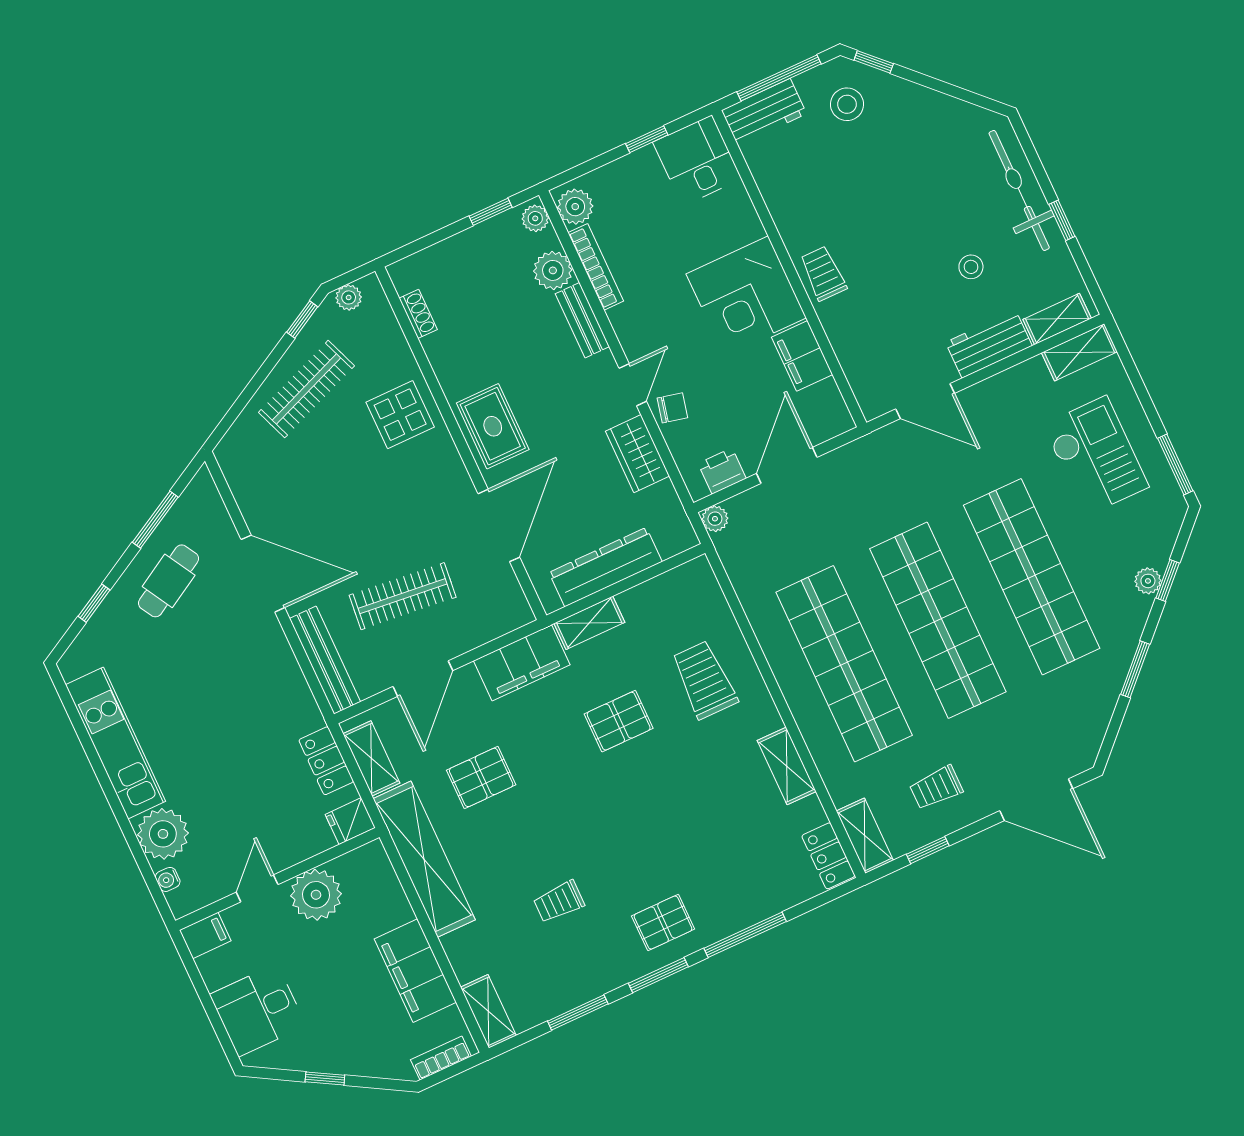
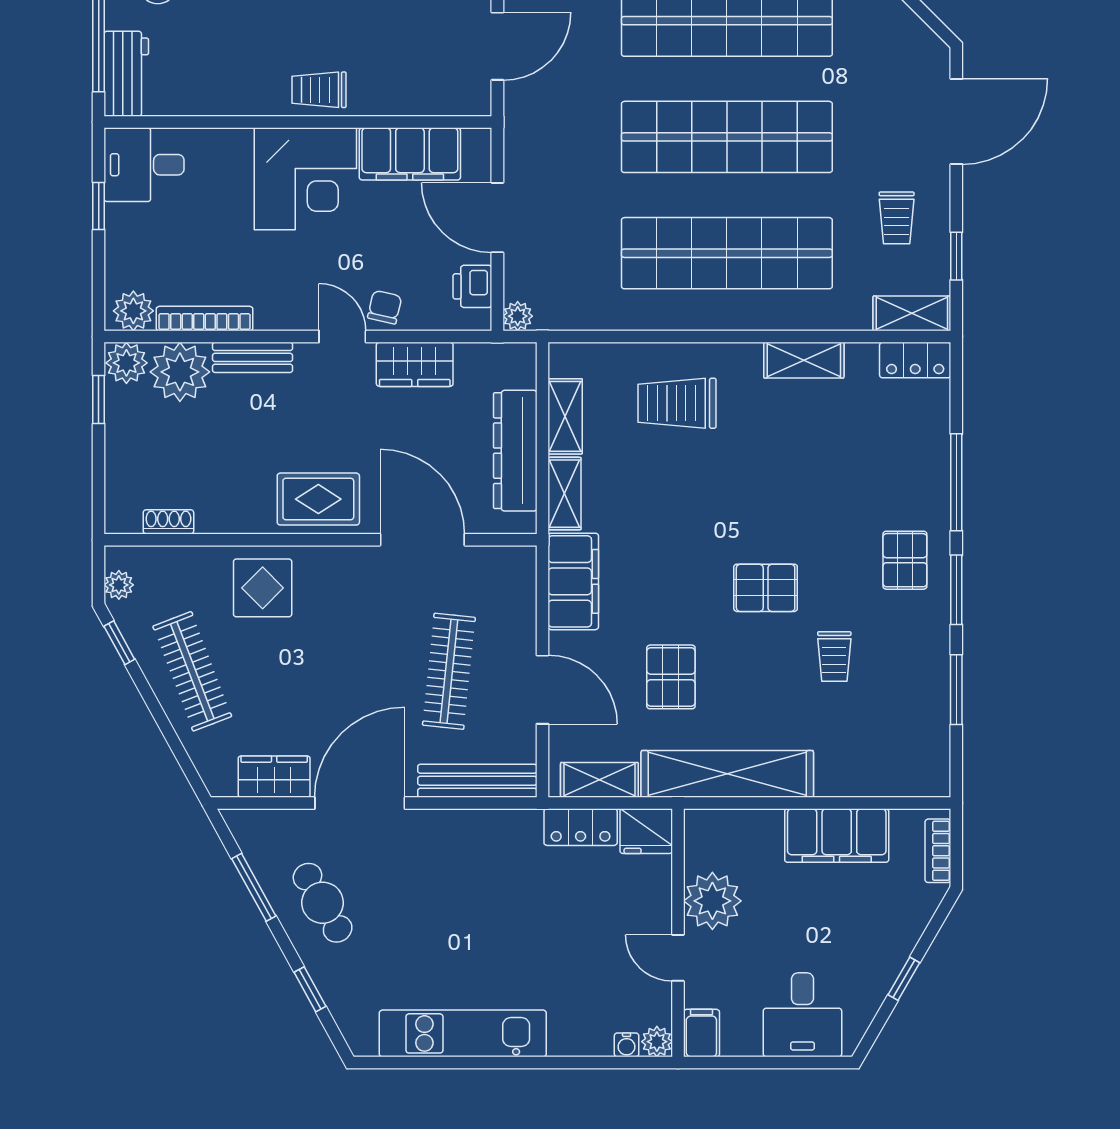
plant: (535, 218) -> (126, 363), width x1.38, depth x1.38
plant: (553, 270) -> (180, 372), width x1.36, depth x1.36
filing cabinet: (802, 356) -> (410, 154), width x1.50, depth x1.17
wardrobe: (252, 495) -> (274, 777), added
pallet: (619, 721) -> (766, 588), moved, turned 90
fridge: (350, 821) -> (646, 831), width x1.38
plant: (163, 834) -> (657, 1042), moved, width x0.53, depth x0.53
shelving: (488, 1011) -> (565, 416), moved, turned 90

